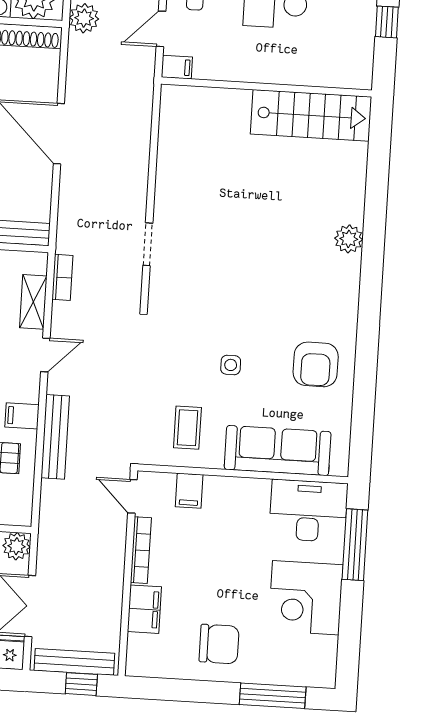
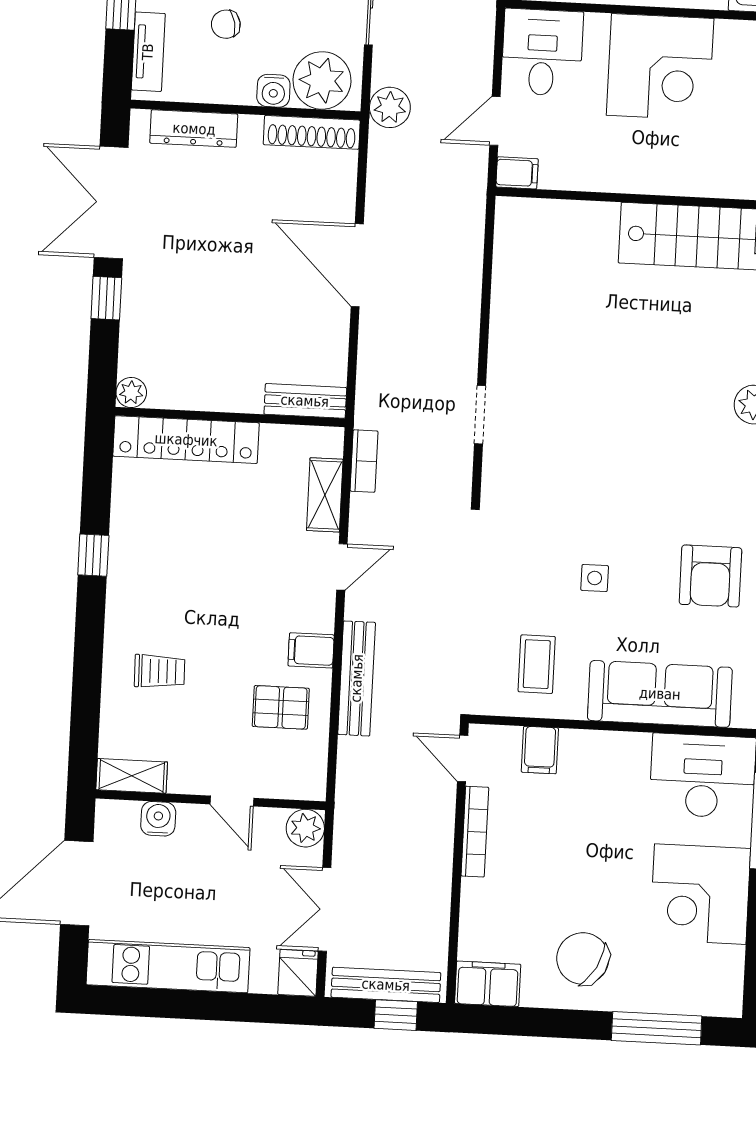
filing cabinet: (144, 609) -> (488, 984), moved, turned -90
chair: (219, 644) -> (583, 959), turned -151

